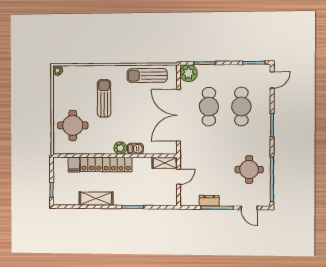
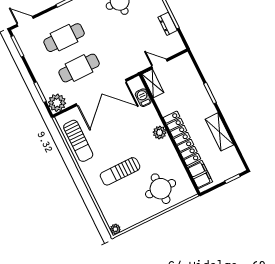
barbecue: (135, 149) -> (143, 98), moved
filing cabinet: (74, 165) -> (200, 175), width x2.00

